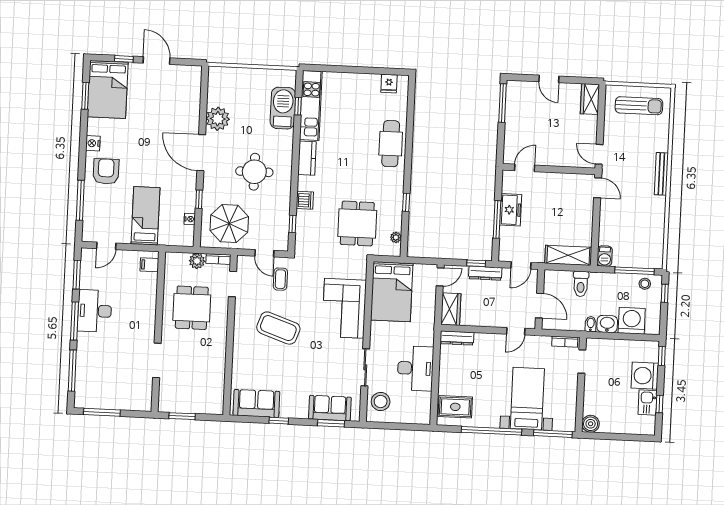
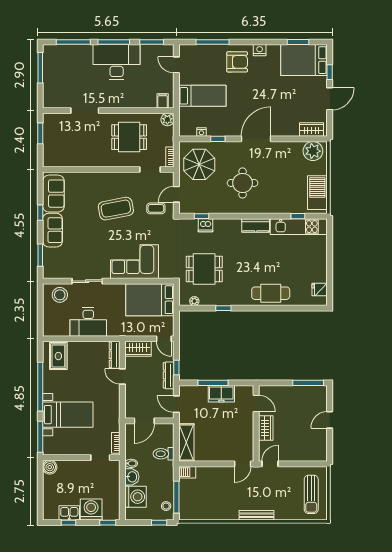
wardrobe: (193, 84) -> (311, 130), added
wardrobe: (590, 99) -> (266, 428), moved, turned 90
barbecue: (283, 108) -> (317, 193), moved, turned -90
plant: (218, 119) -> (313, 151), moved
dishwasher: (305, 200) -> (205, 225), moved
plant: (197, 261) -> (167, 120), moved
desk: (95, 311) -> (117, 62), width x1.36, depth x1.30
coffee table: (278, 328) -> (116, 209), turned 60
door: (516, 331) -> (122, 377), moved
sofa: (330, 408) -> (52, 230), moved

